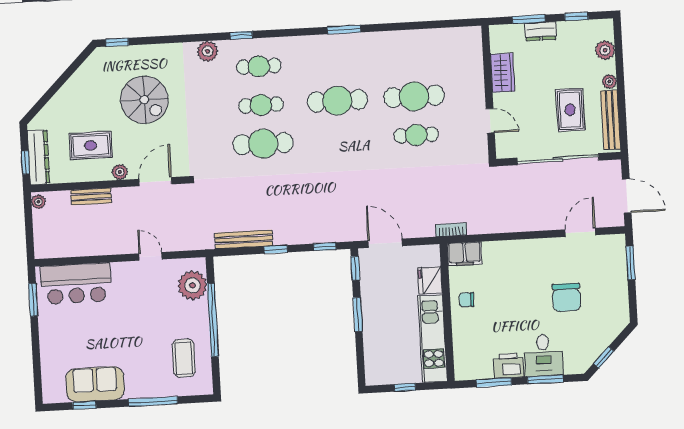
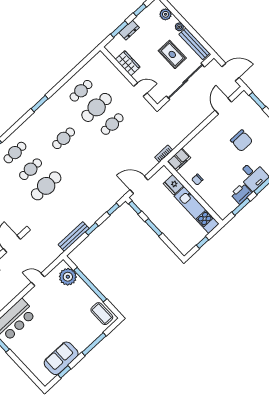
cafe table: (412, 58) -> (81, 91), added
cafe table: (337, 101) -> (64, 138), width x0.73, depth x0.74
coffee table: (184, 358) -> (102, 314), moved

